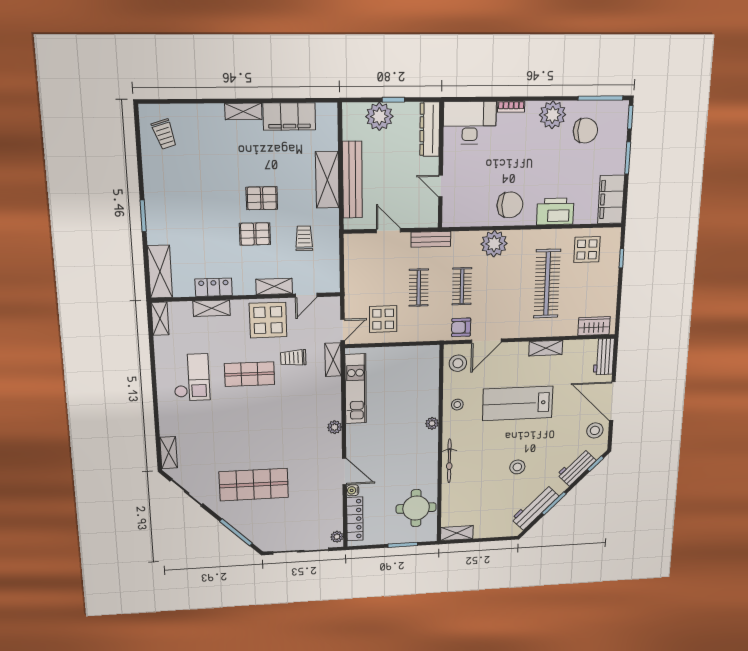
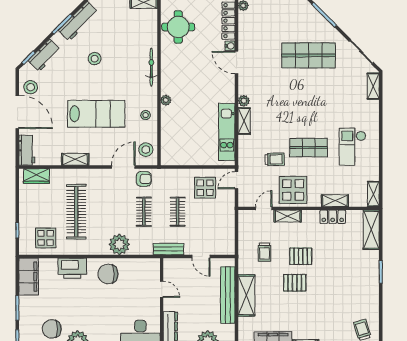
shelving: (333, 360) -> (244, 121), moved

